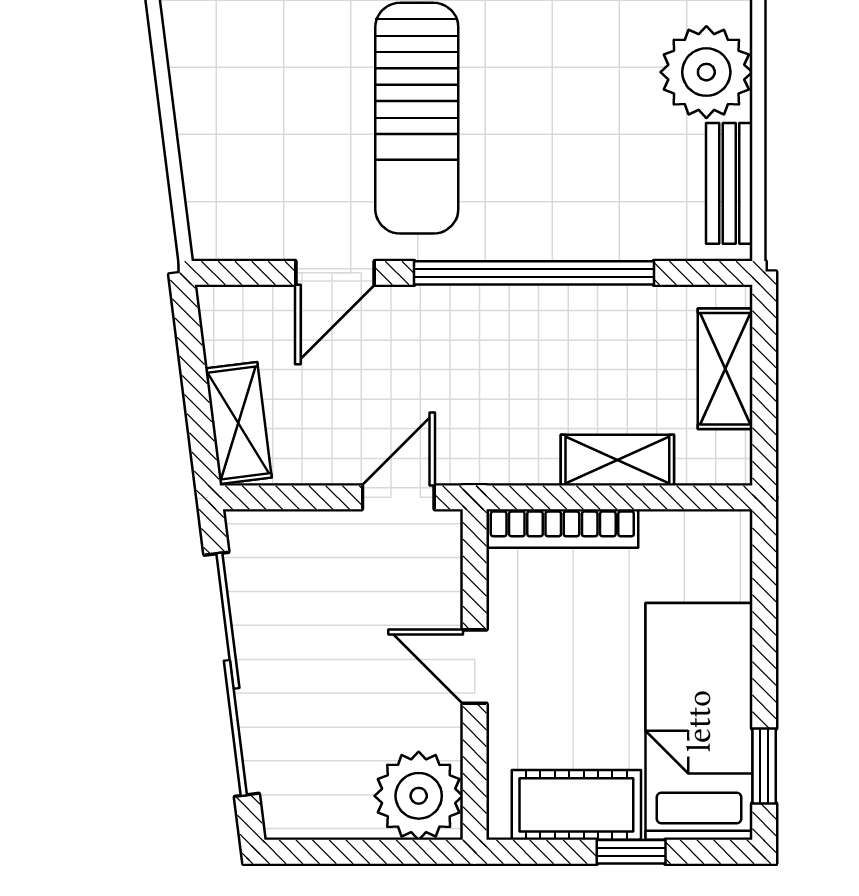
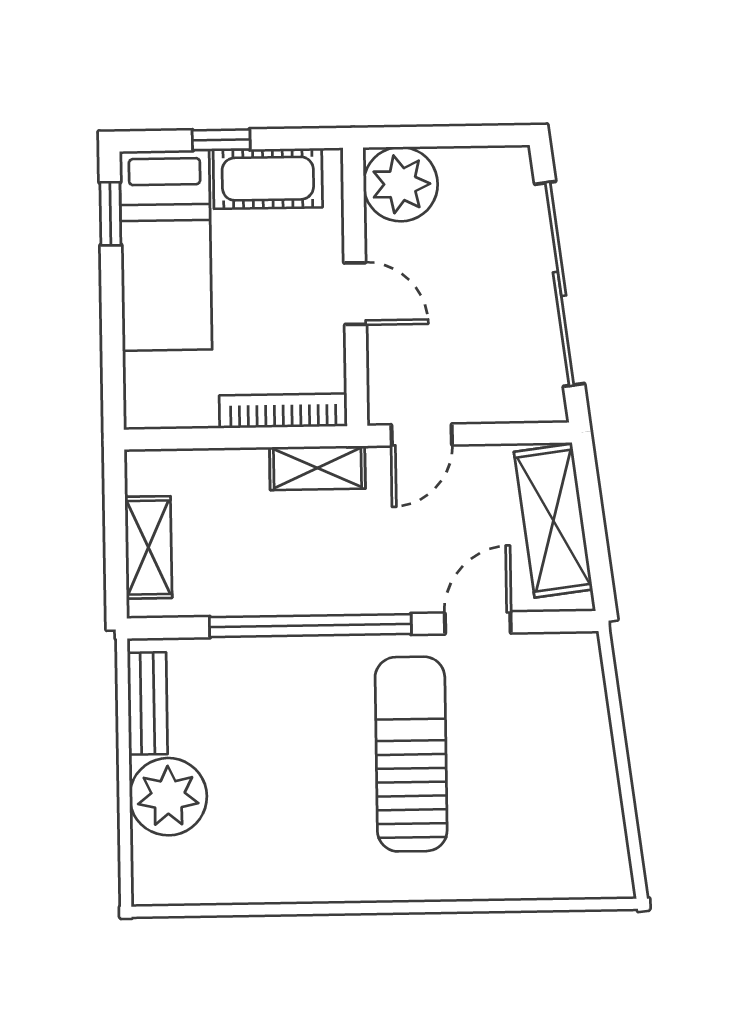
shelving: (238, 423) -> (553, 521), width x1.50, depth x1.33
shelving: (617, 460) -> (317, 468), moved

